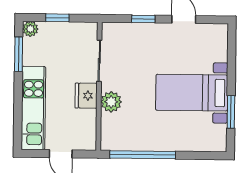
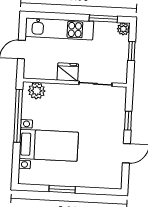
bed with nightstands: (192, 93) -> (49, 145), moved, turned 90
plant: (111, 102) -> (37, 91), moved
window: (231, 112) -> (62, 189), moved

